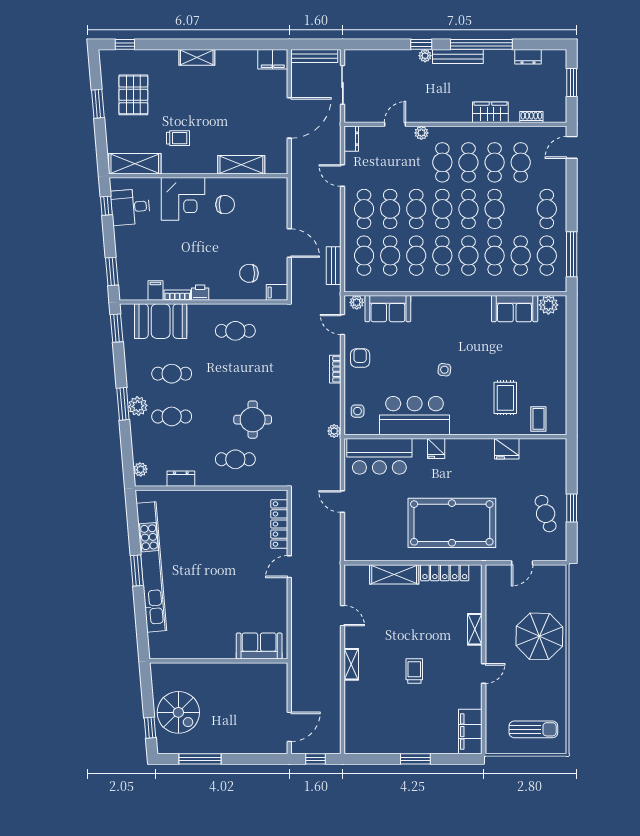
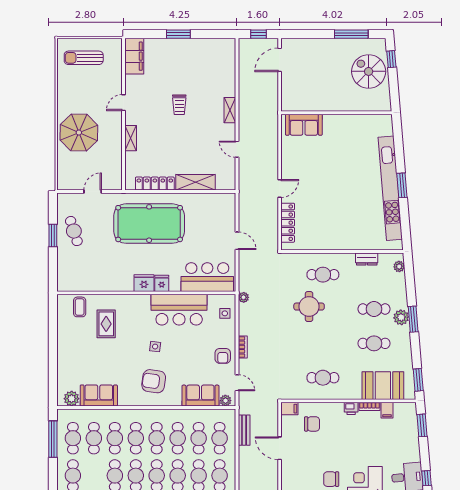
armchair: (446, 326) -> (154, 381), added
fridge: (507, 449) -> (144, 283), moved

